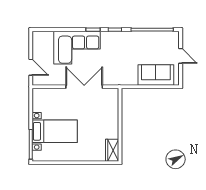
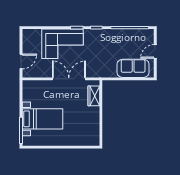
door: (181, 56) -> (155, 51), swing flipped
door: (31, 67) -> (21, 61), hinge flipped
wardrobe: (112, 150) -> (94, 96), moved

